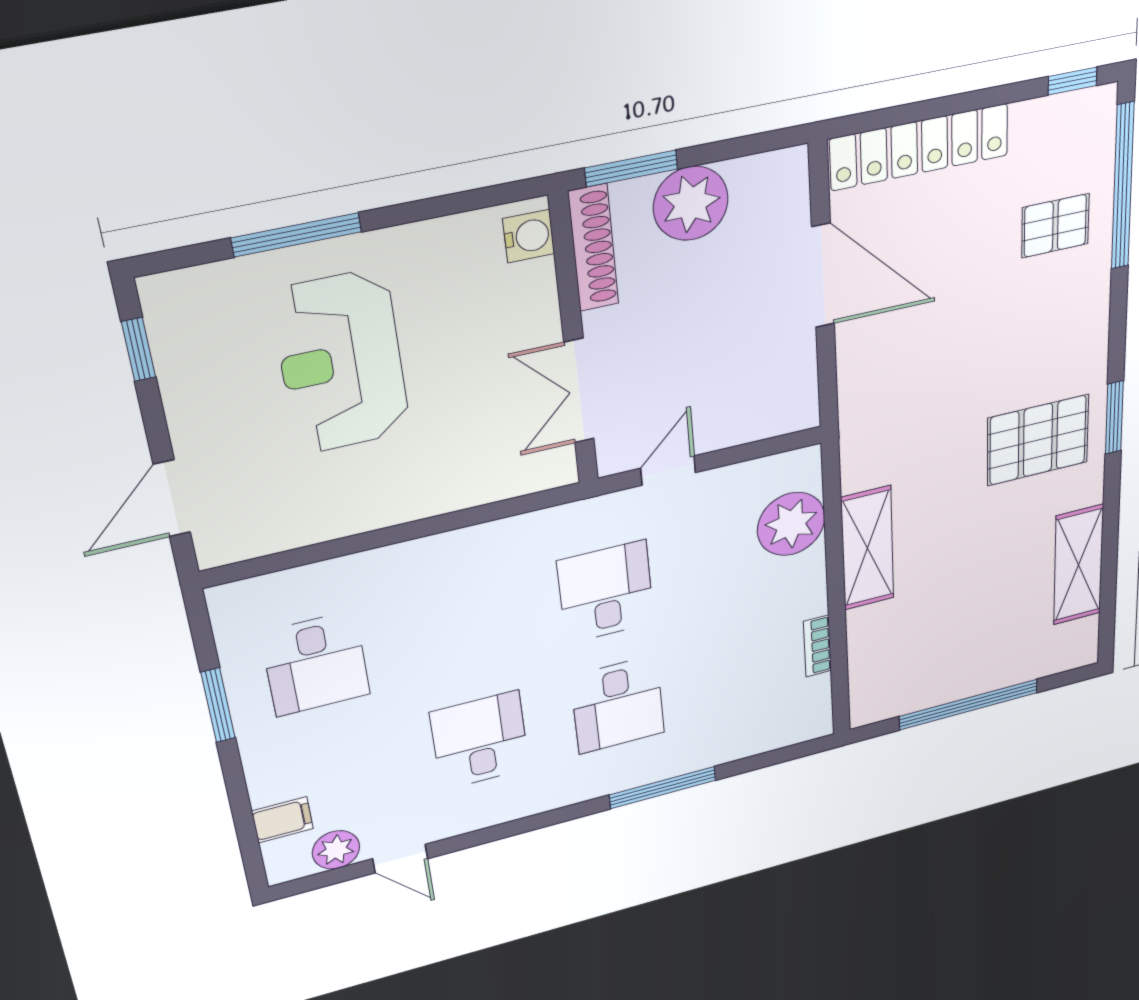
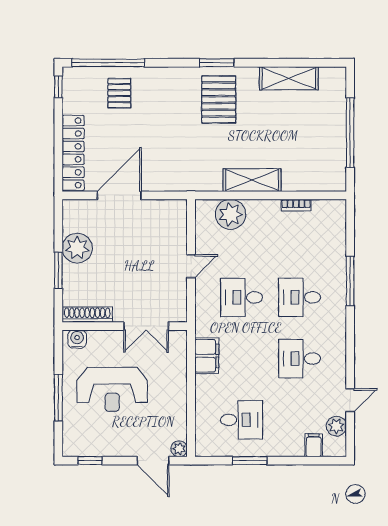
water cooler: (529, 236) -> (77, 339), moved
shoe rack: (593, 248) -> (87, 315), moved
wall: (574, 342) -> (125, 326), moved
double door: (579, 391) -> (146, 326), moved
door: (668, 470) -> (191, 266), swing flipped
plant: (216, 549) -> (179, 449), added
filing cabinet: (459, 554) -> (207, 356), added
desk: (618, 705) -> (300, 297), turned 180

